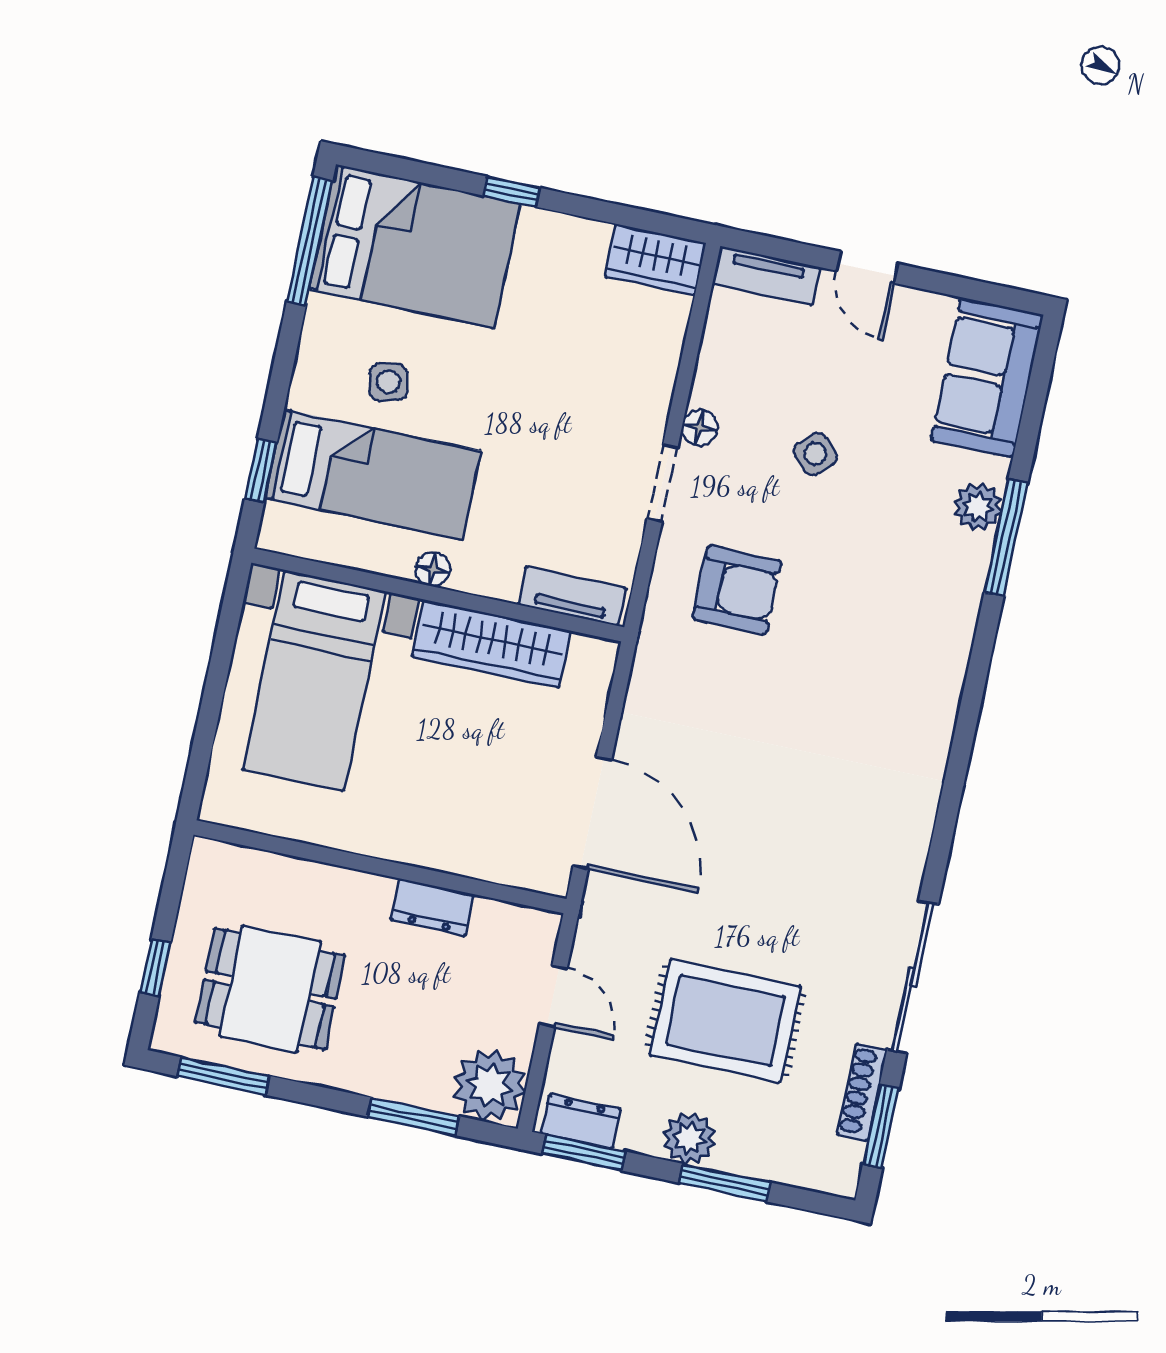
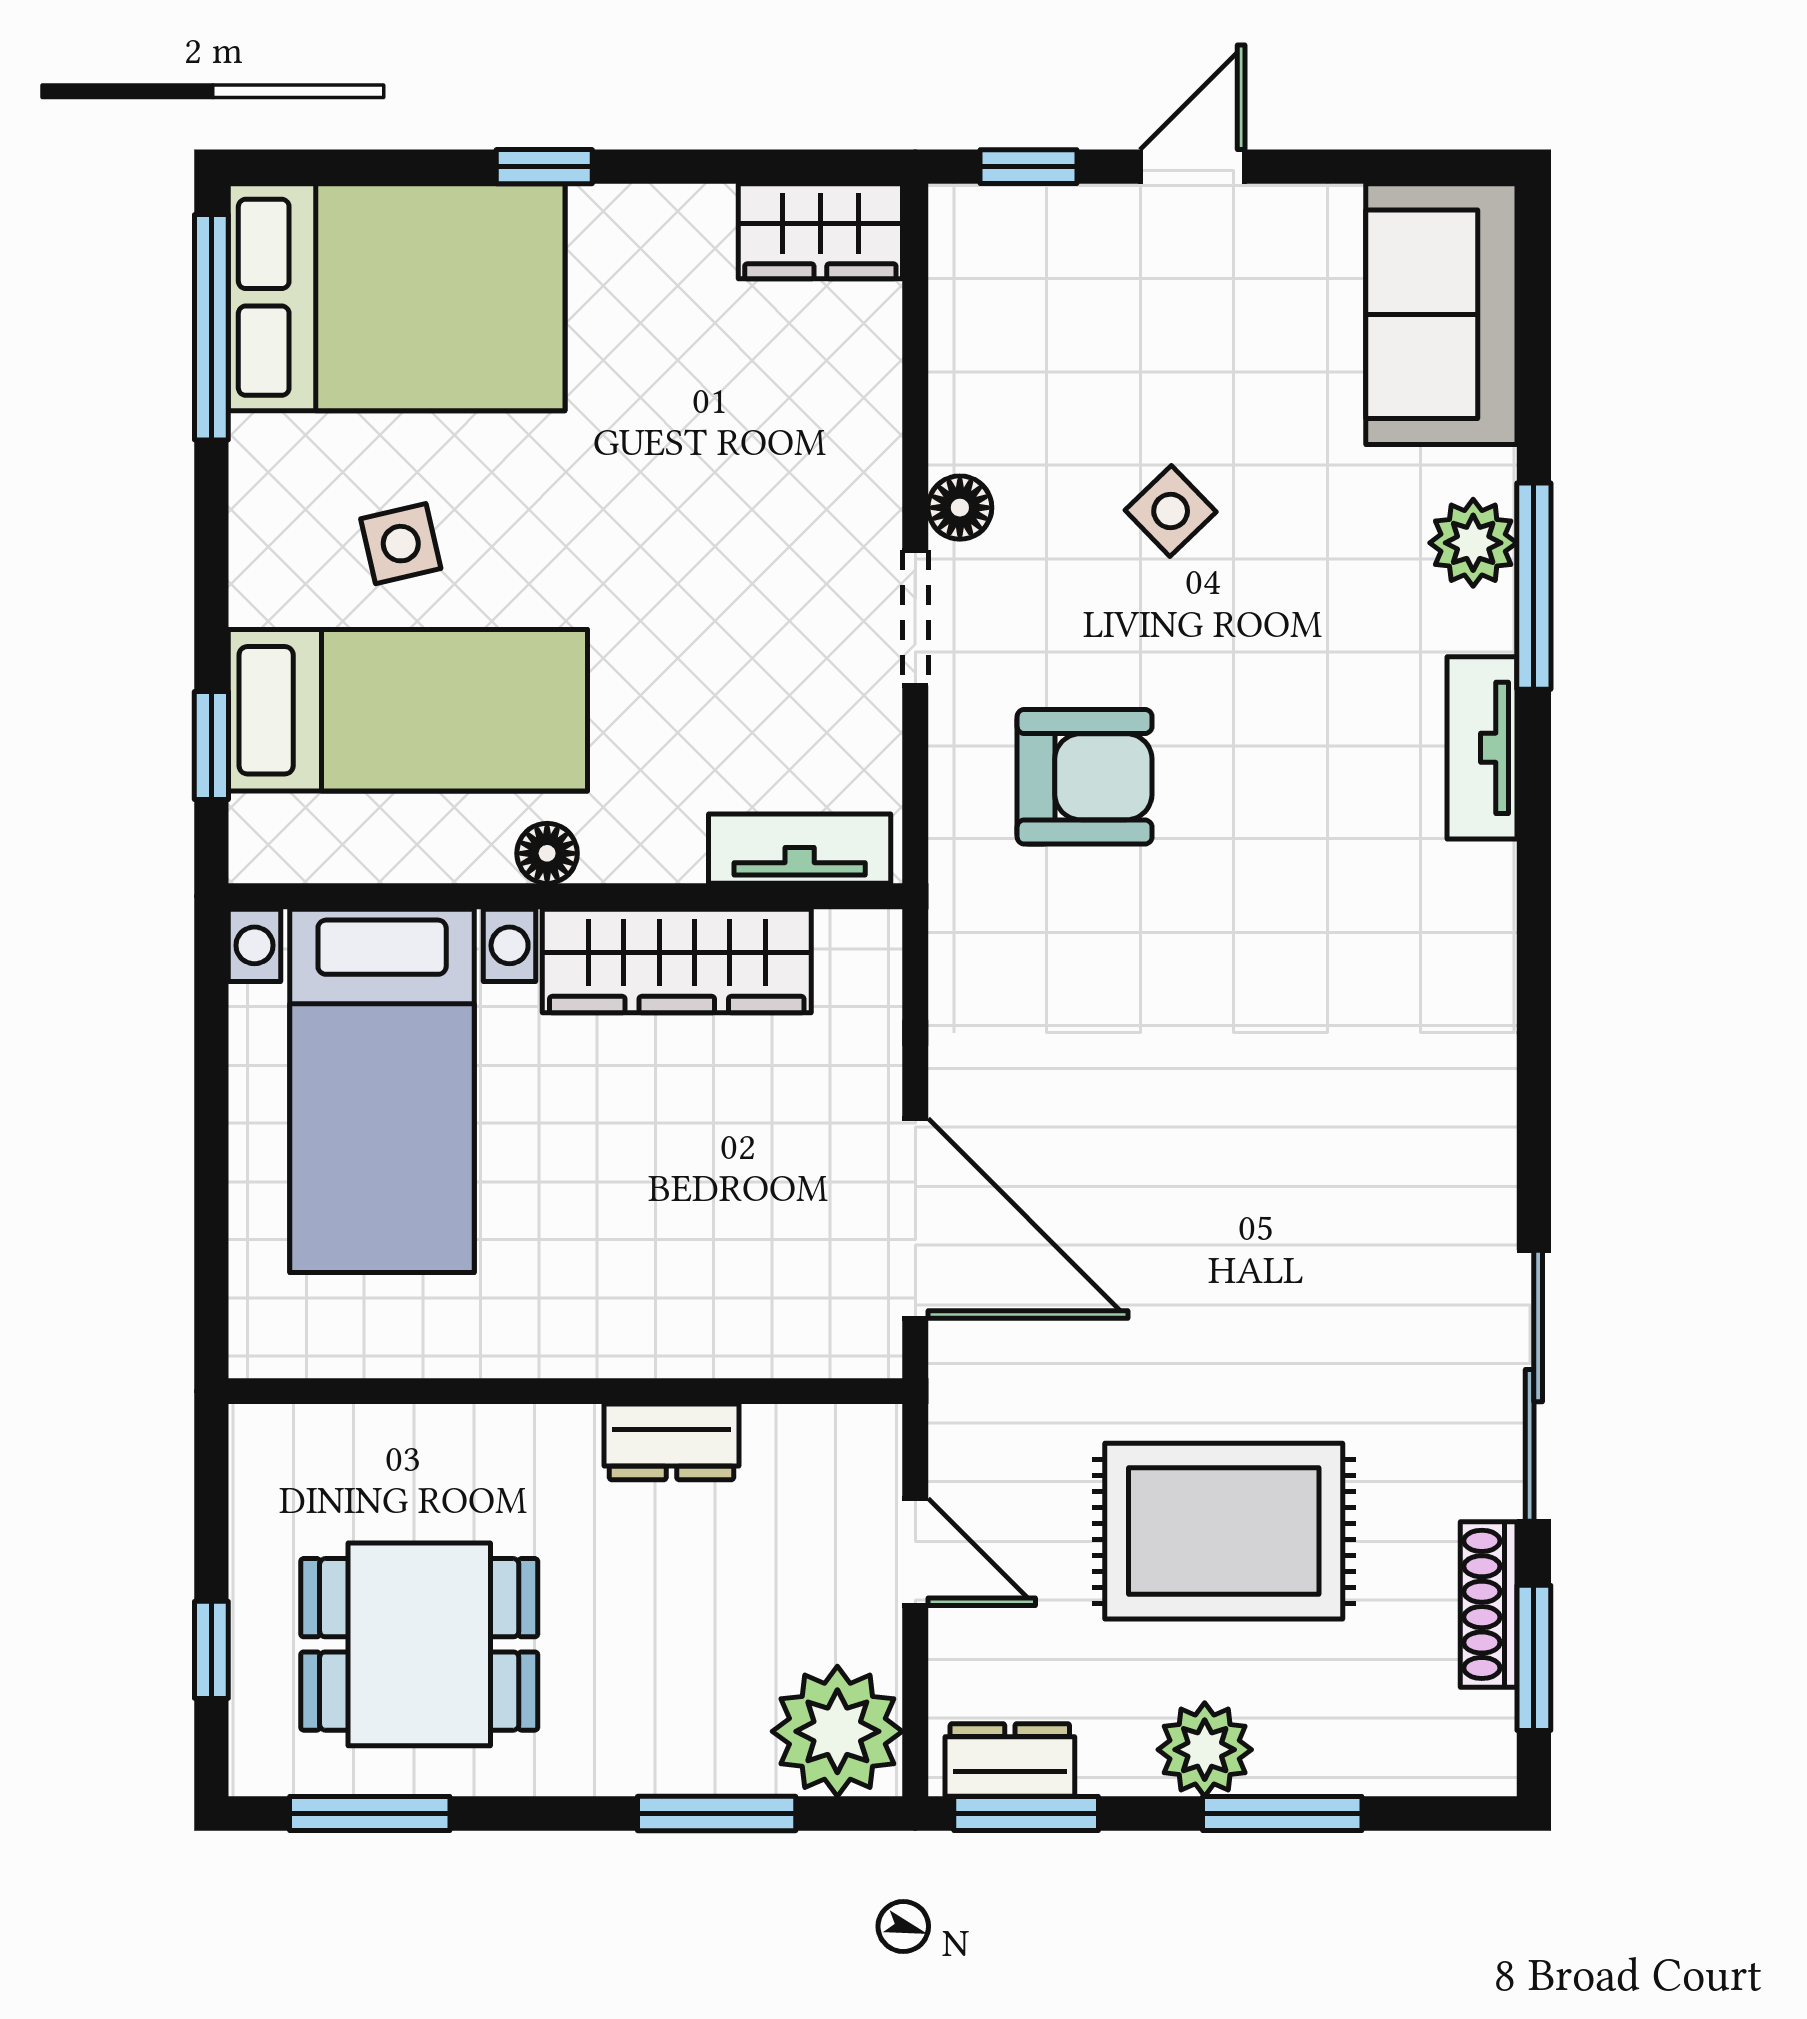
window: (777, 248) -> (1029, 167), added
door: (867, 267) -> (1193, 167), swing flipped
tv unit: (766, 276) -> (1482, 748), moved, turned 90

